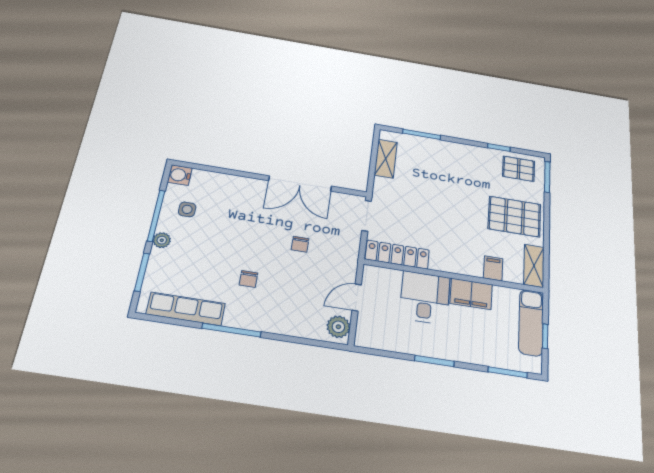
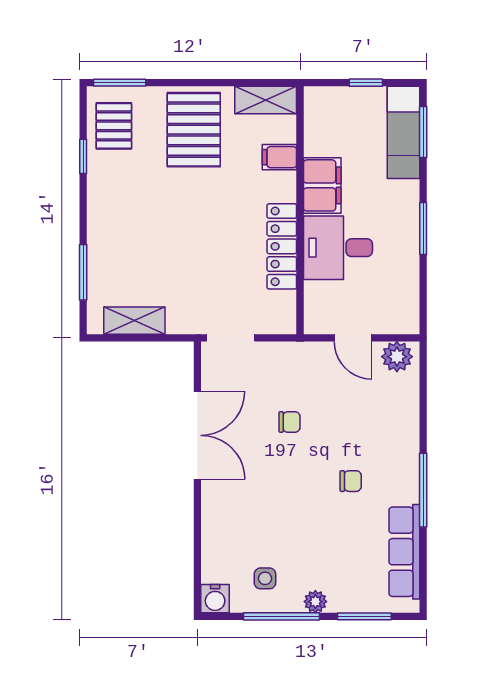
locker: (397, 255) -> (282, 246), moved
exam couch: (531, 322) -> (403, 132), moved, turned 90

